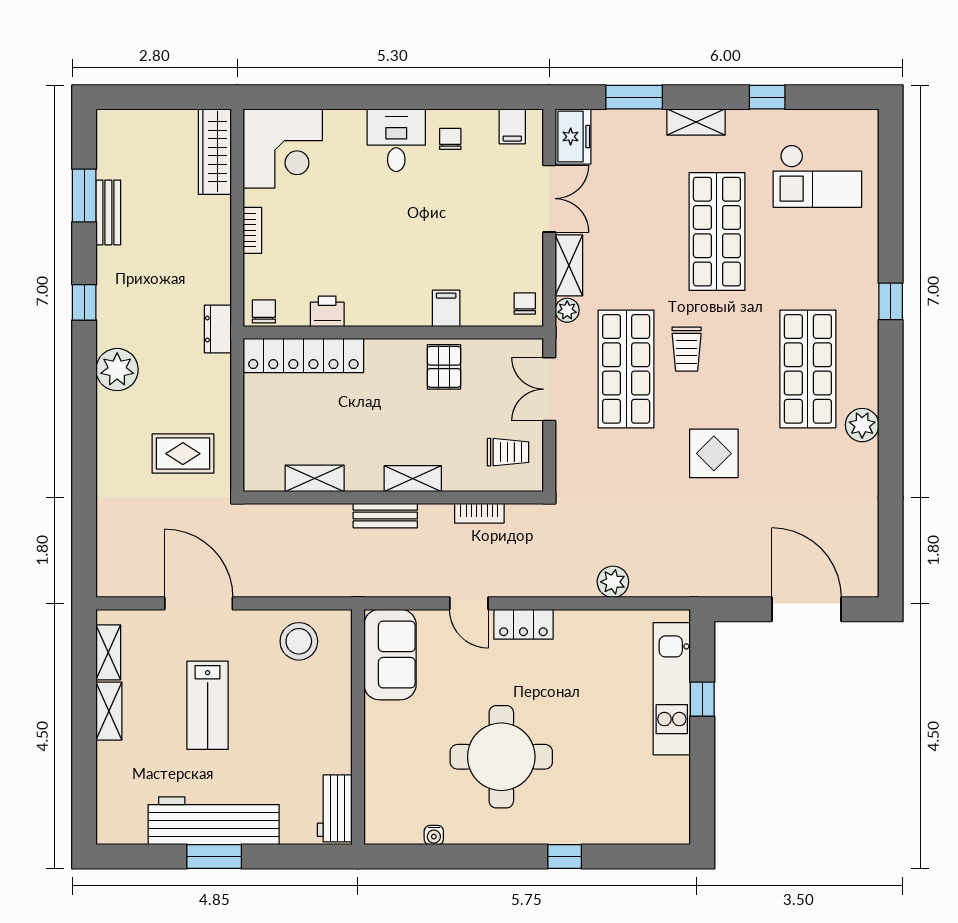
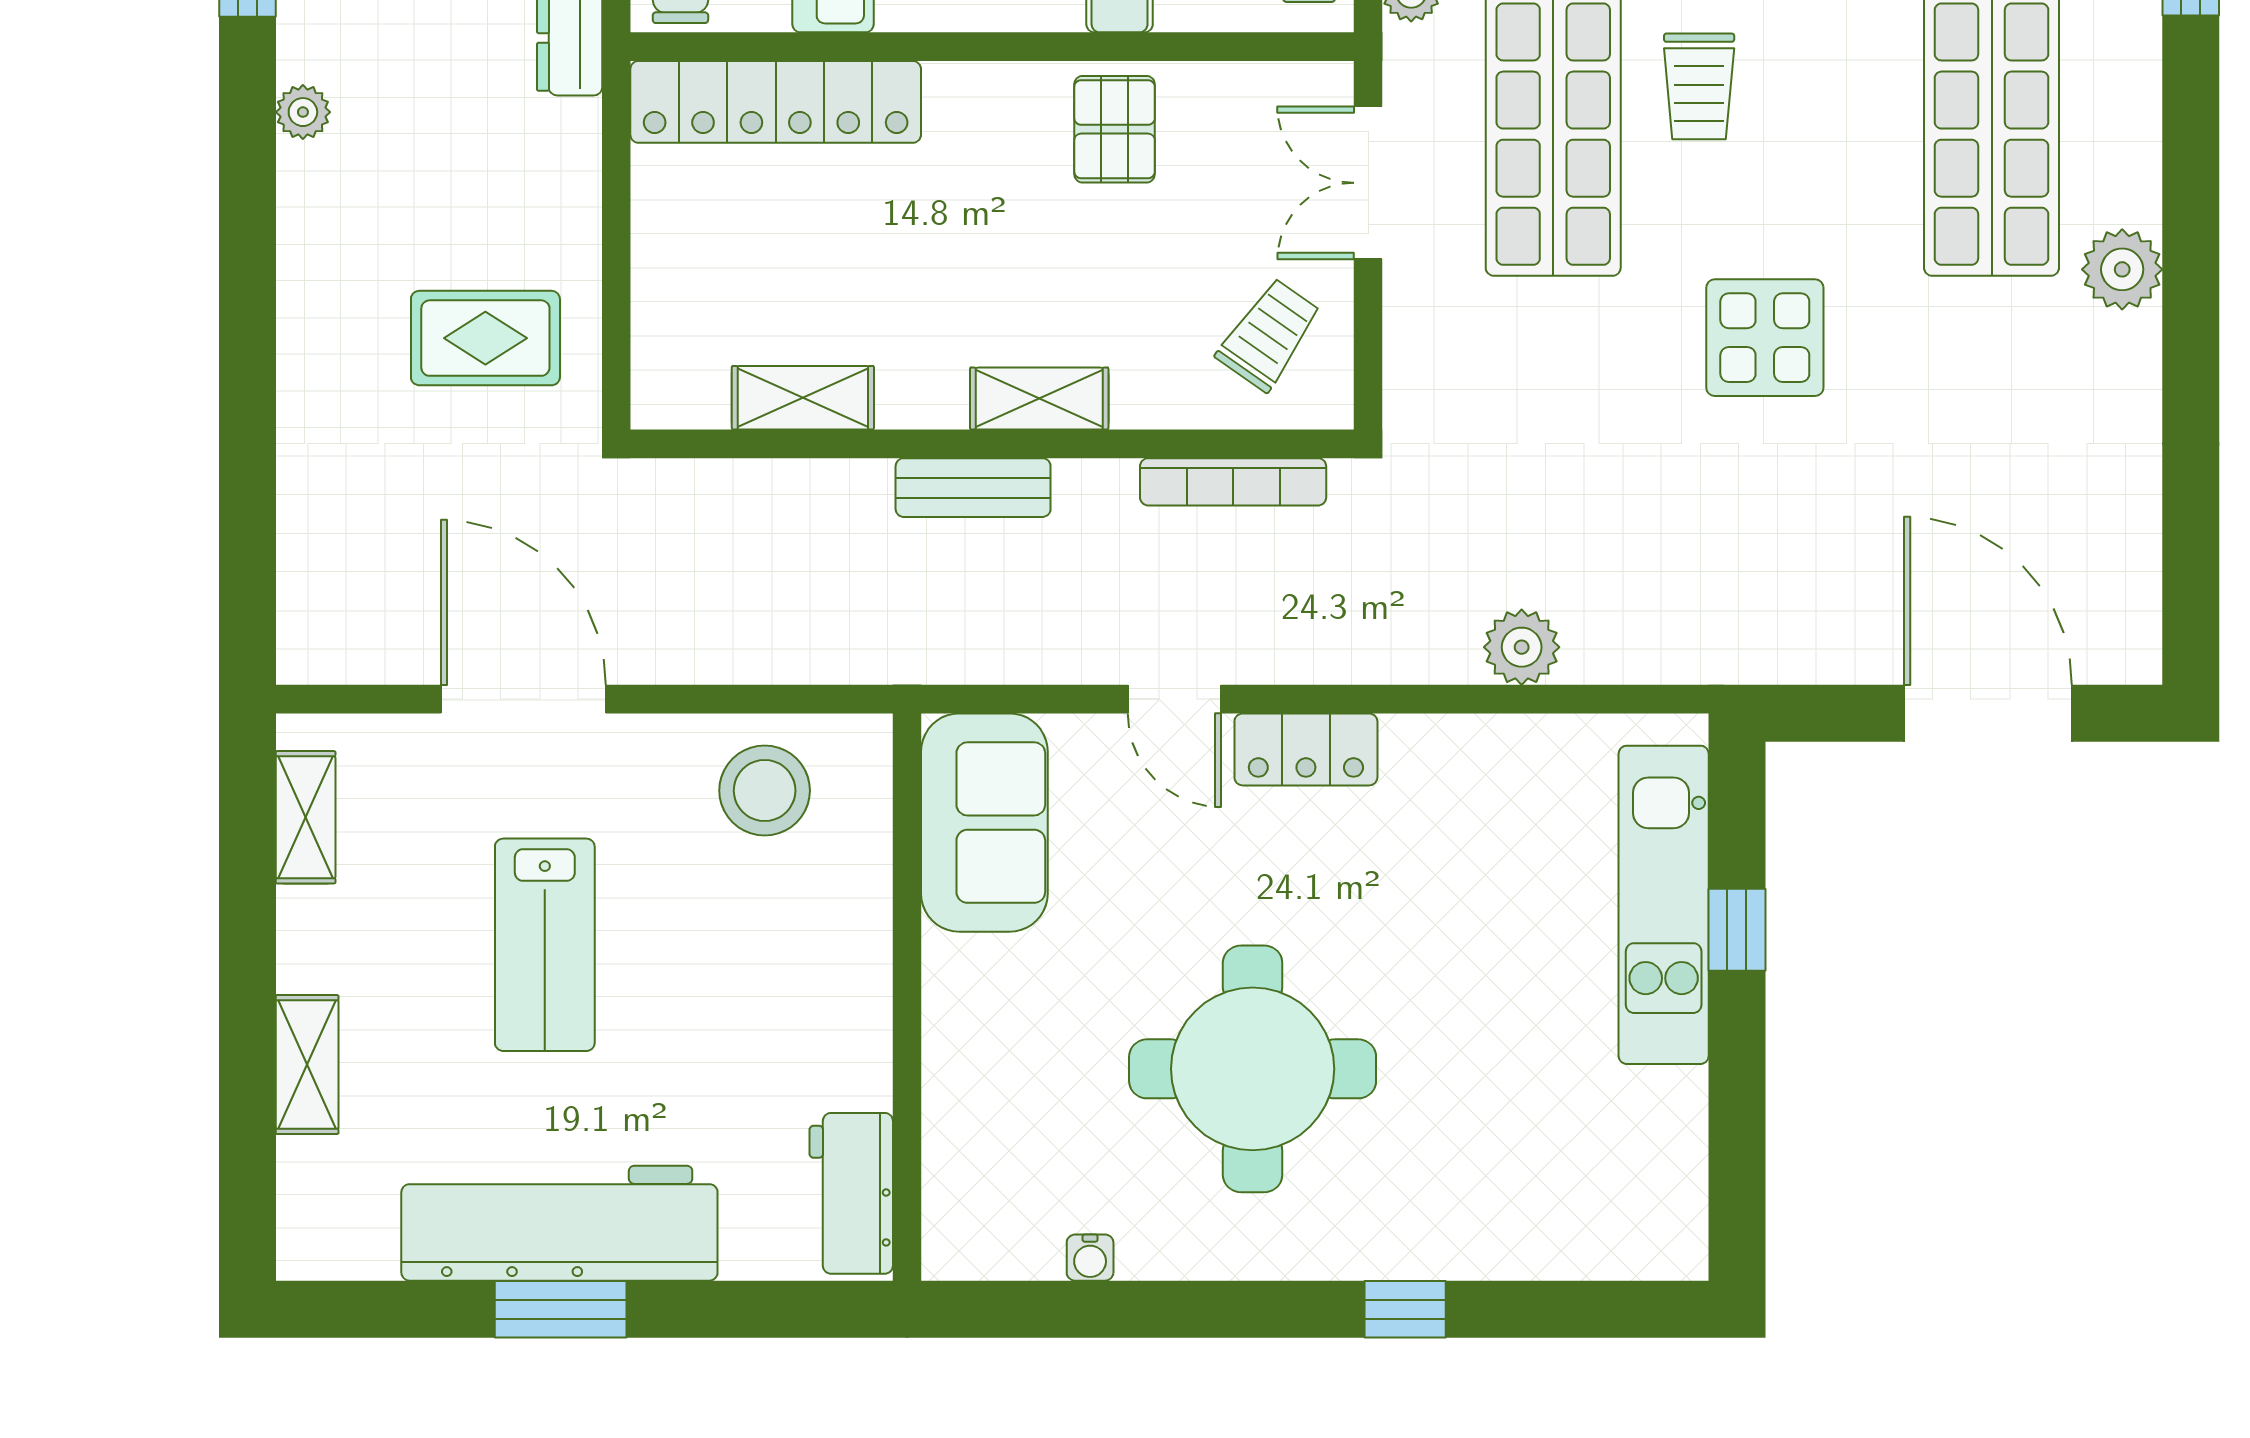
plant: (117, 370) -> (303, 112), width x0.53, depth x0.53
trolley: (508, 452) -> (1269, 335), turned -55
bookcase: (479, 513) -> (1233, 482), width x1.56
shelving: (109, 711) -> (307, 1065), moved

